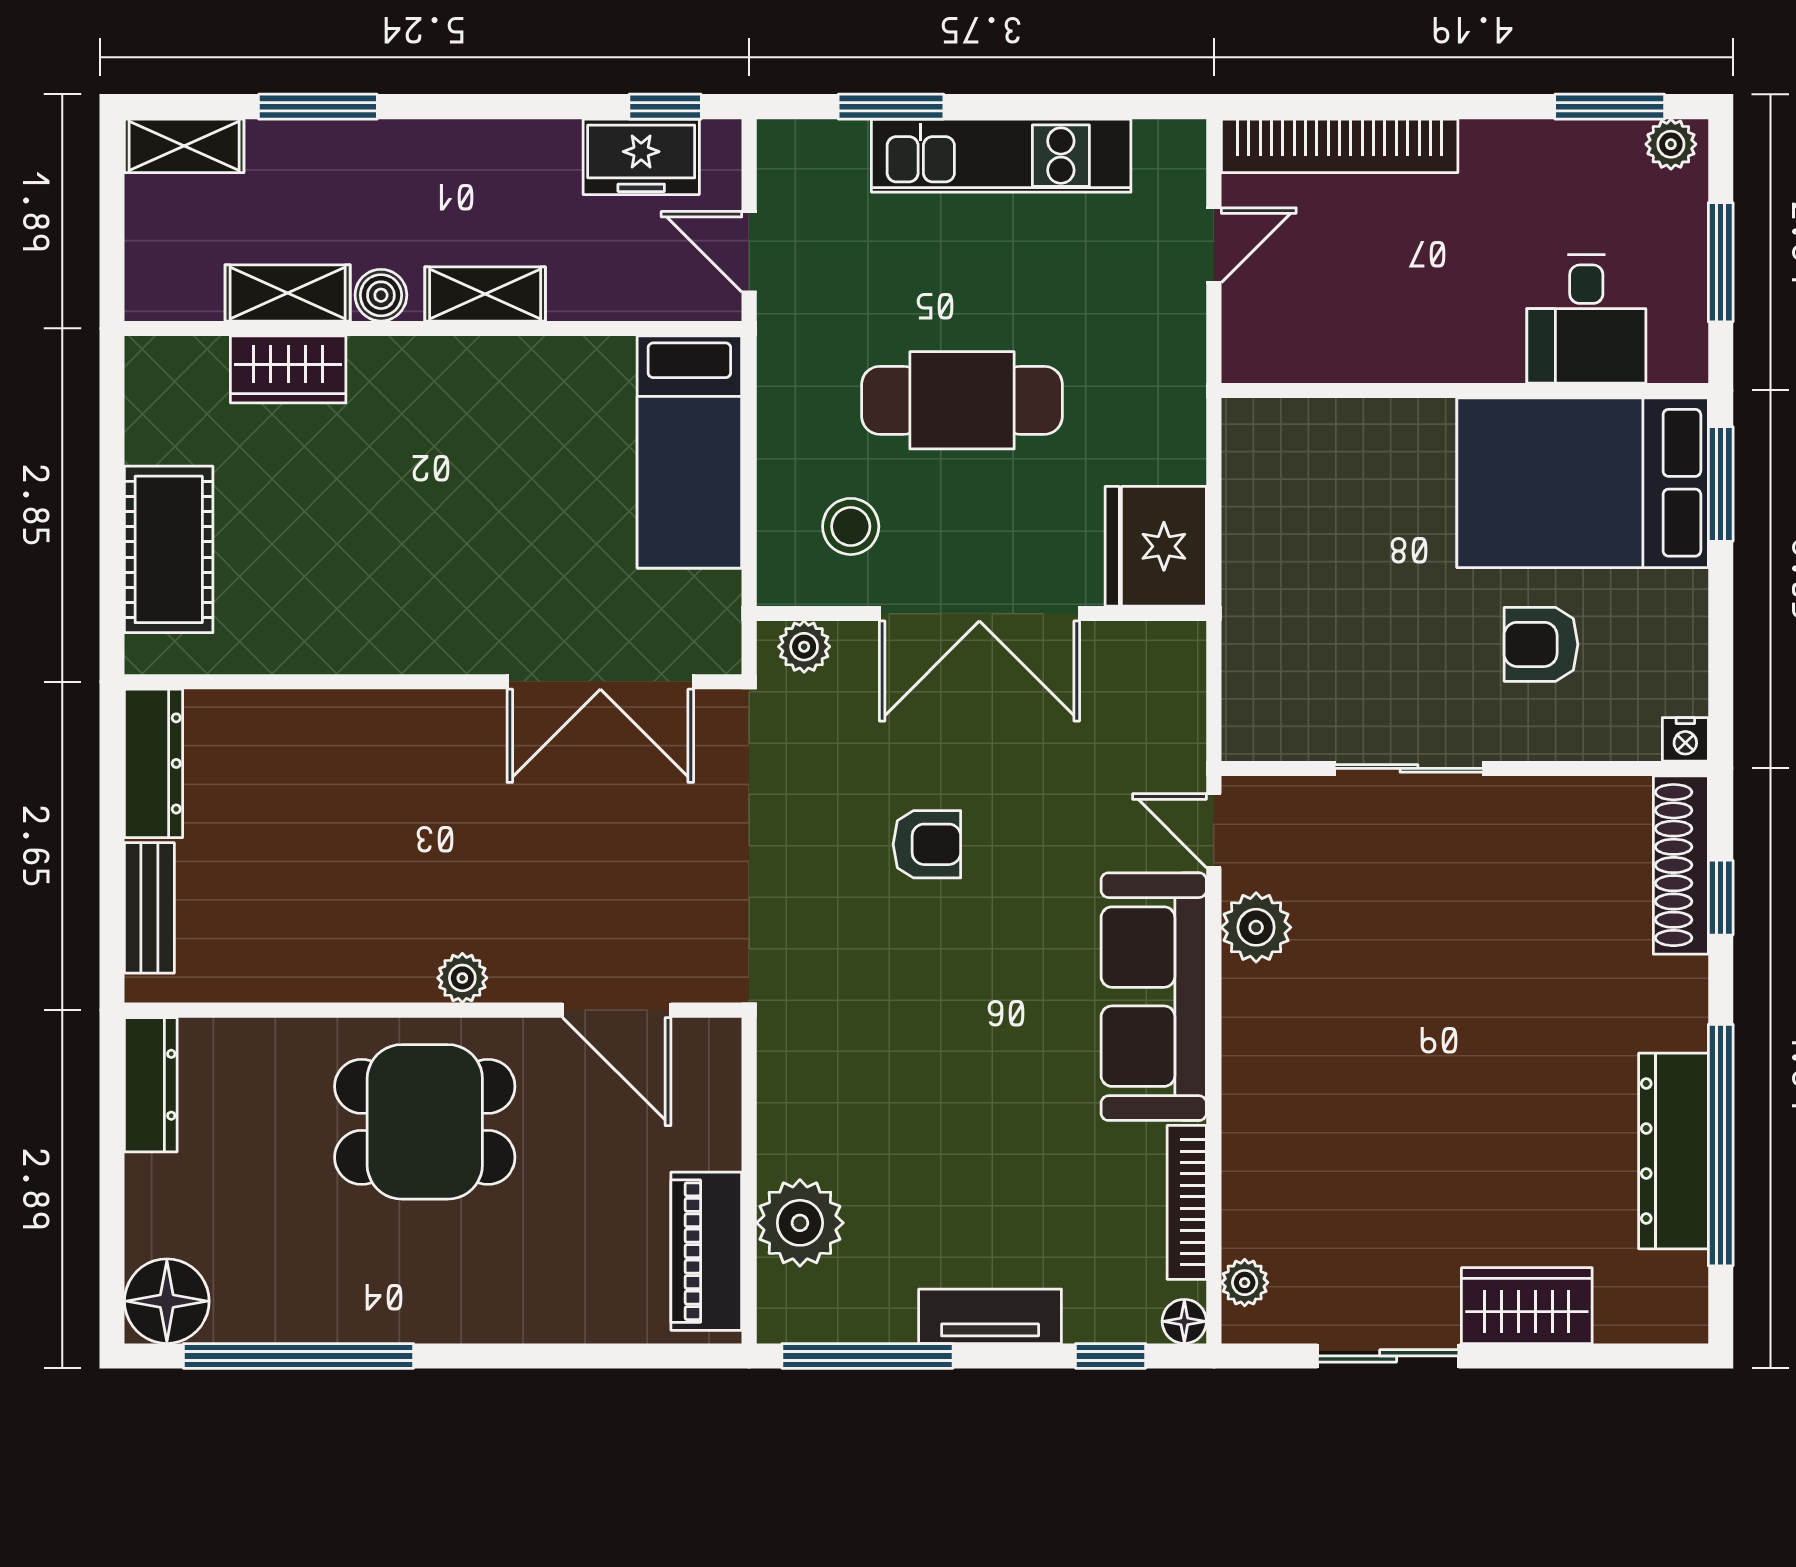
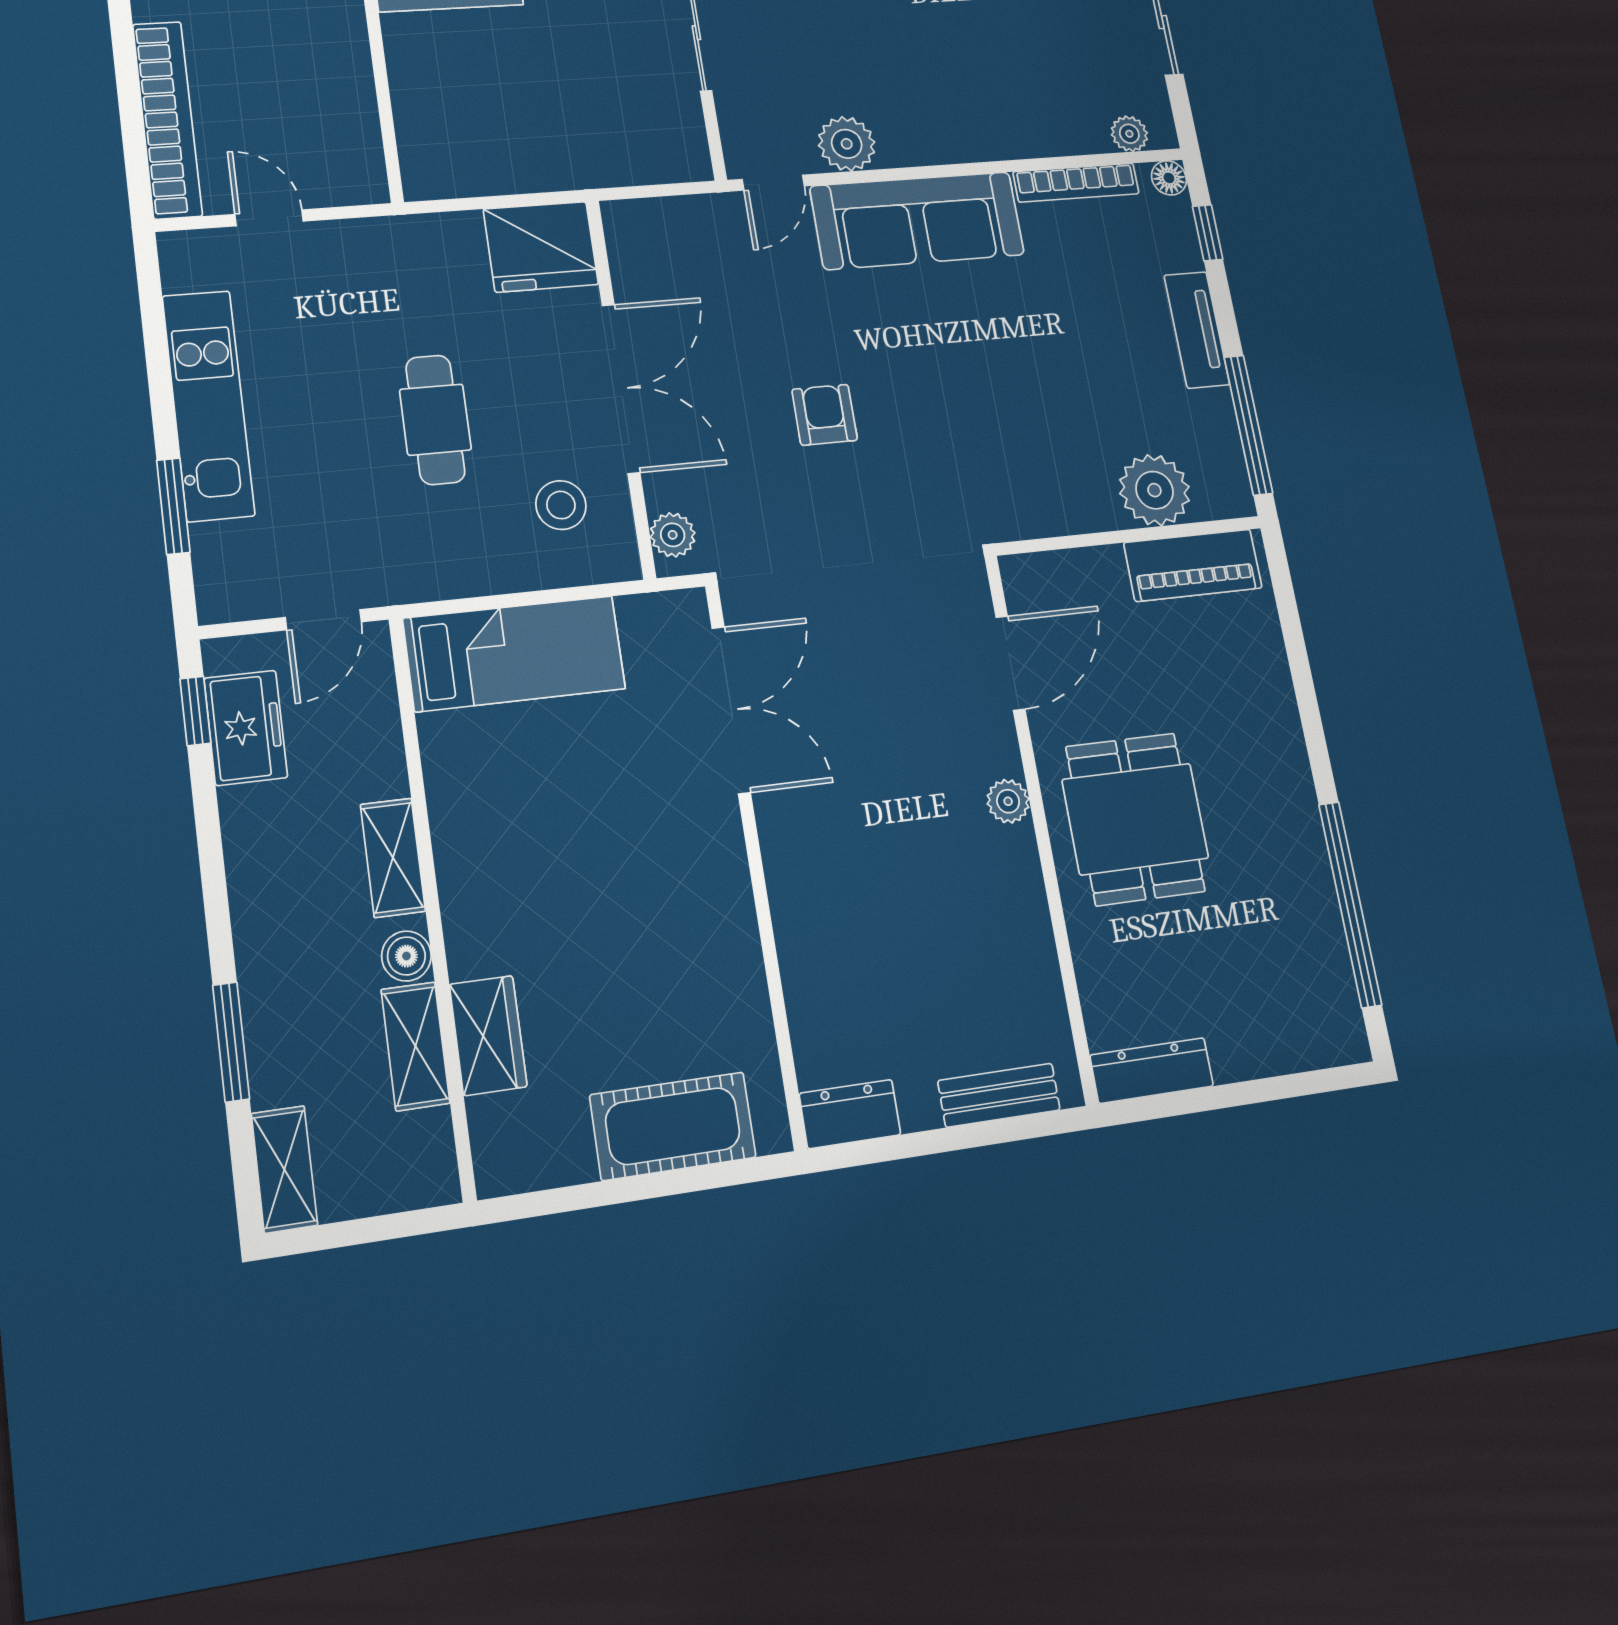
cafe table: (962, 400) -> (435, 420), width x0.73, depth x0.74
dresser: (154, 763) -> (850, 1114), width x0.70
floor lamp: (167, 1301) -> (1330, 1028), removed

